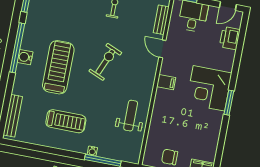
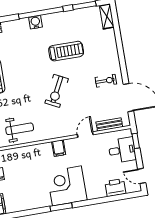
exercise bike: (105, 62) -> (57, 91), turned 94
treadmill: (58, 67) -> (66, 51), moved, width x0.73, depth x0.73

